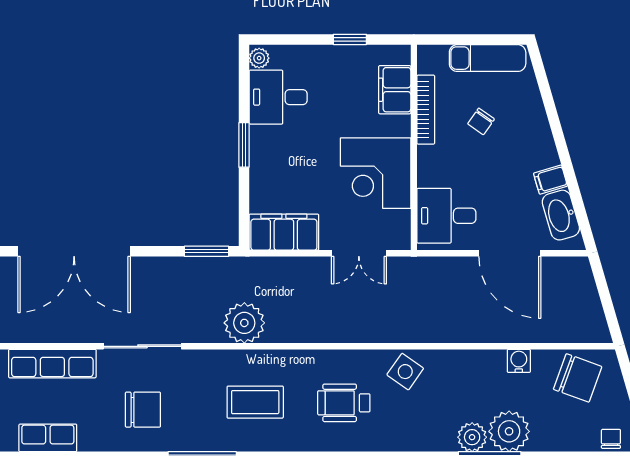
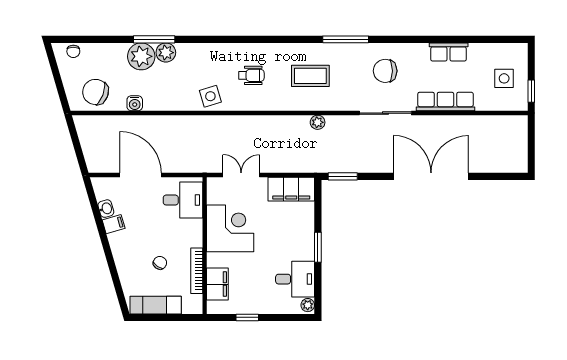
washbasin: (561, 215) -> (106, 209), width x0.52, depth x0.69
plant: (244, 323) -> (318, 122), width x0.53, depth x0.53
side table: (405, 372) -> (210, 96), turned 38
wheelchair: (344, 403) -> (251, 75), width x0.73, depth x0.73

